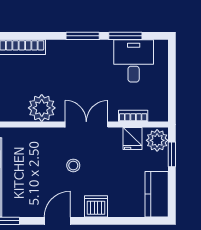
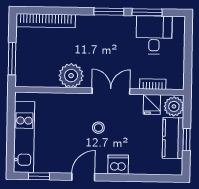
window: (172, 154) -> (187, 140), moved
kitchen counter: (157, 194) -> (173, 138), moved

